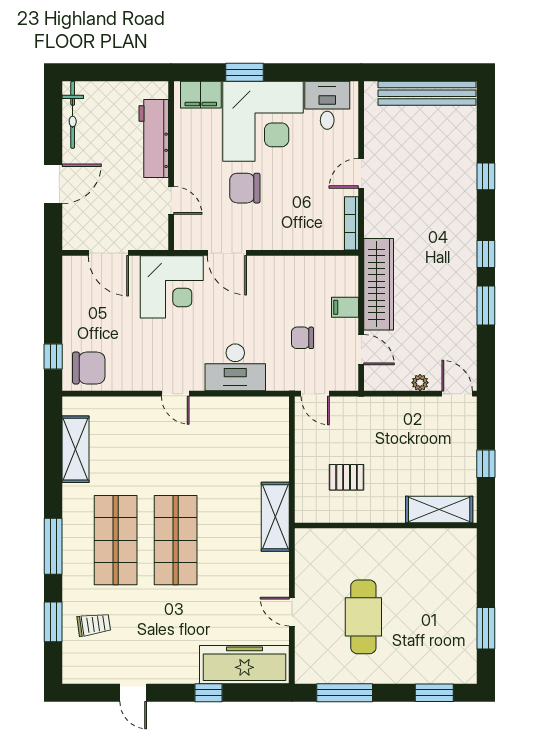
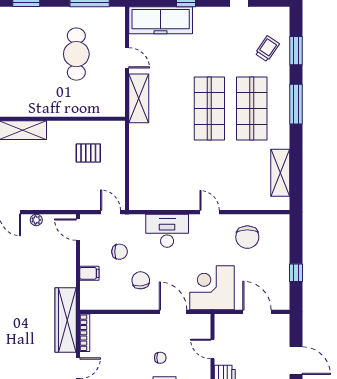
door: (53, 184) -> (296, 361), swing flipped
chair: (245, 188) -> (160, 358), width x0.54, depth x0.54
wardrobe: (379, 284) -> (66, 320), moved
chair: (273, 297) -> (141, 280), added
door: (361, 350) -> (78, 230), moved
window: (53, 357) -> (296, 273), moved
chair: (89, 368) -> (247, 237), moved, turned -90
shelving: (275, 517) -> (139, 98), moved
trolley: (94, 625) -> (267, 49), turned 132

